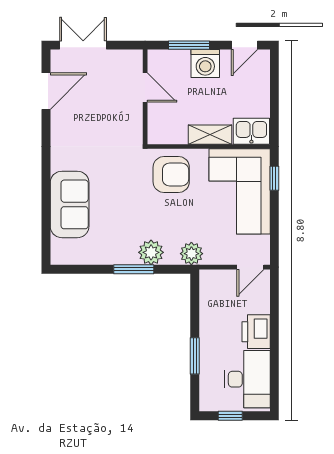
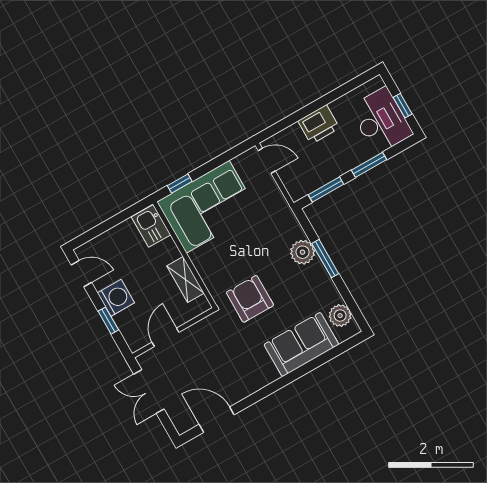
double door: (83, 45) -> (149, 392), moved
window: (189, 45) -> (108, 321), width x0.67
shelving: (210, 135) -> (185, 280), moved
armchair: (171, 175) -> (250, 299), moved
plant: (191, 254) -> (340, 316), moved
window: (195, 305) -> (326, 190), added
desk: (247, 379) -> (381, 121), moved, turned 90

